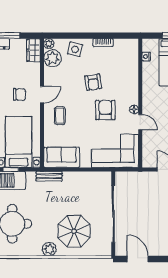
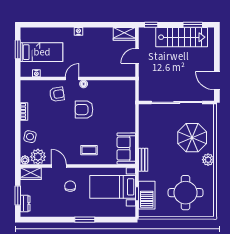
armchair: (93, 82) -> (57, 94), moved
door: (42, 94) -> (59, 166), moved
door: (140, 122) -> (72, 78), moved
corner sofa: (115, 151) -> (121, 101), removed
door: (138, 259) -> (217, 81), hinge flipped

